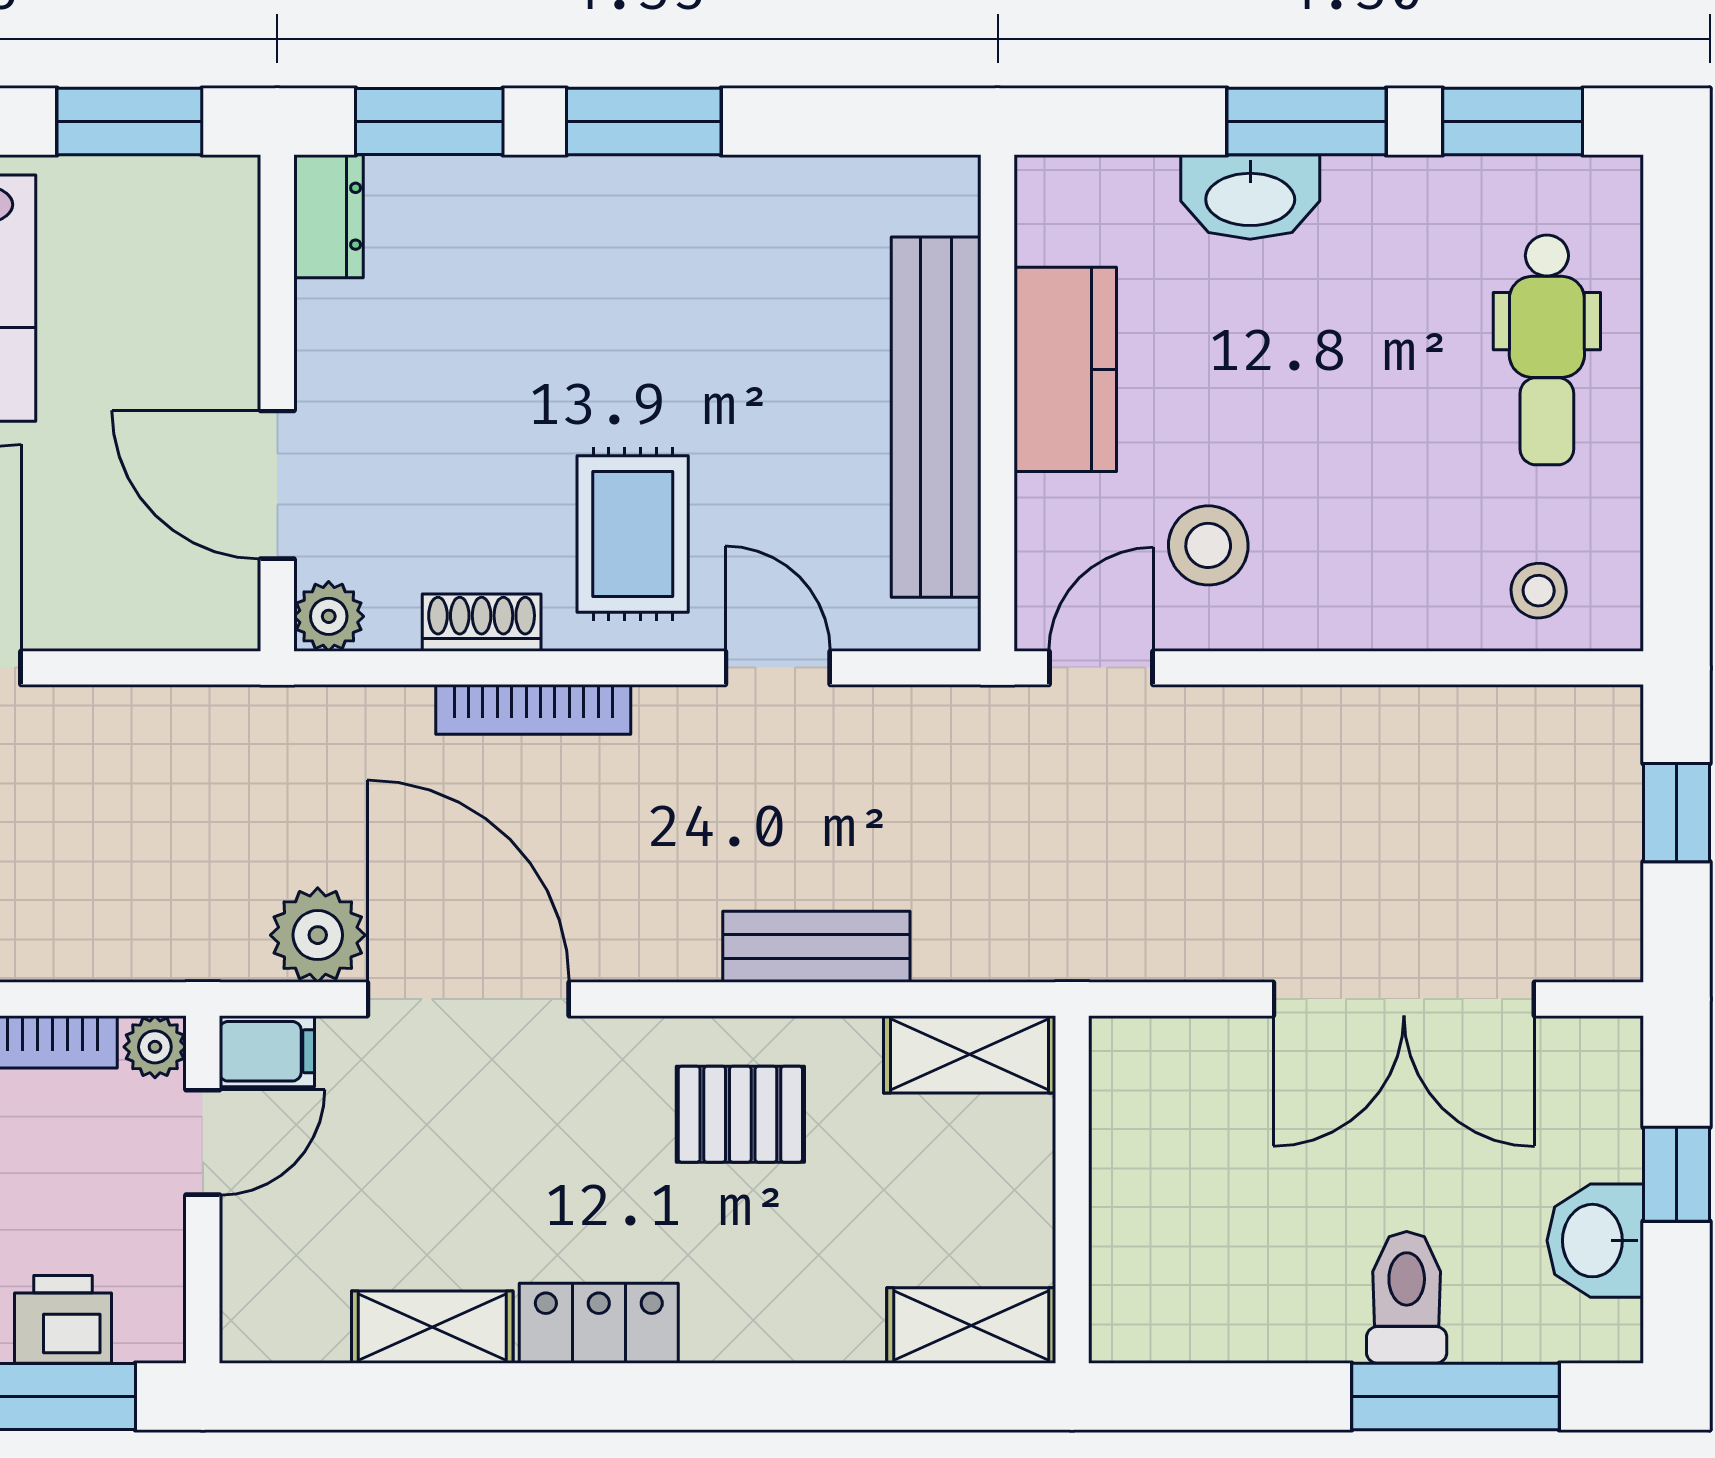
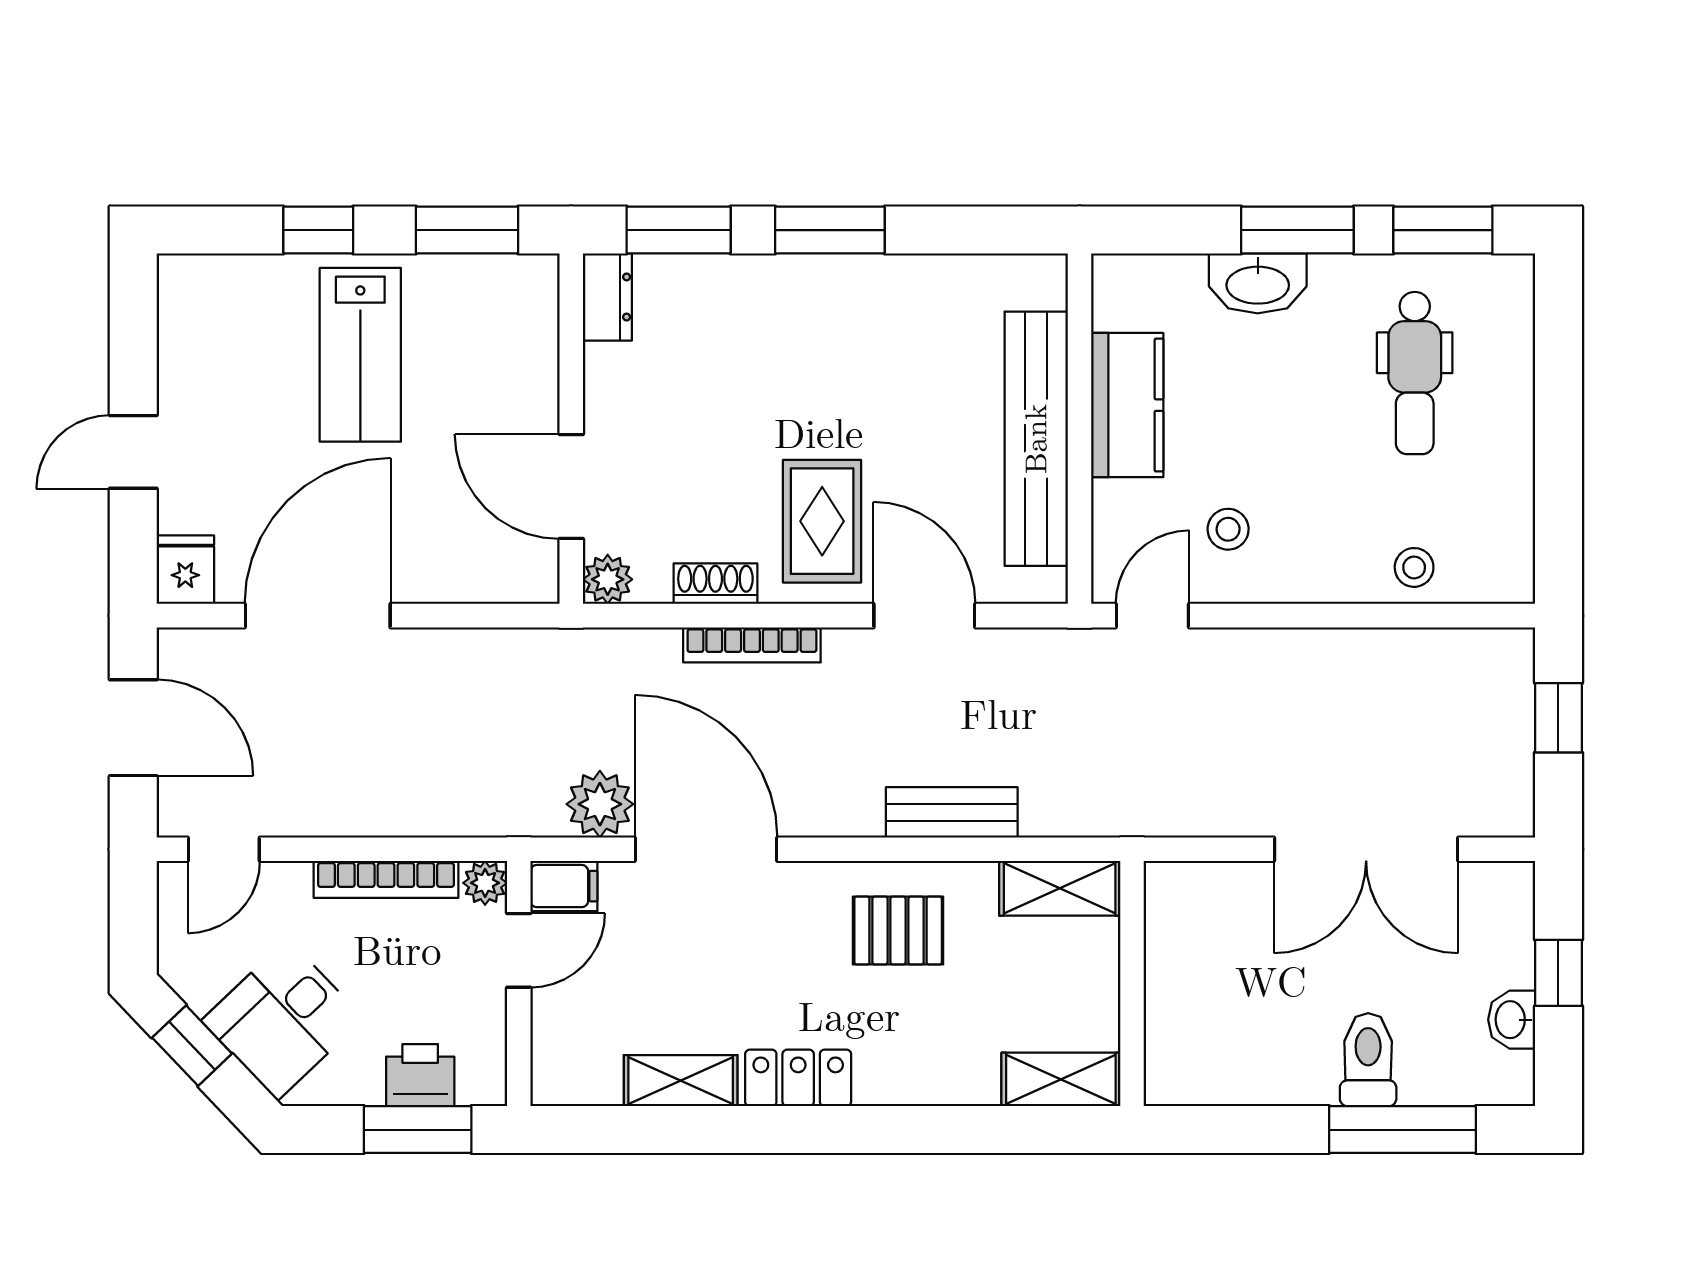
dental chair: (1547, 350) -> (1415, 373), moved
stool: (1208, 545) -> (1228, 529), width x0.73, depth x0.73
stool: (1539, 591) -> (1414, 567), moved
door: (778, 668) -> (924, 616), width x1.38
washbasin: (1595, 1241) -> (1512, 1020), width x0.72, depth x0.69

